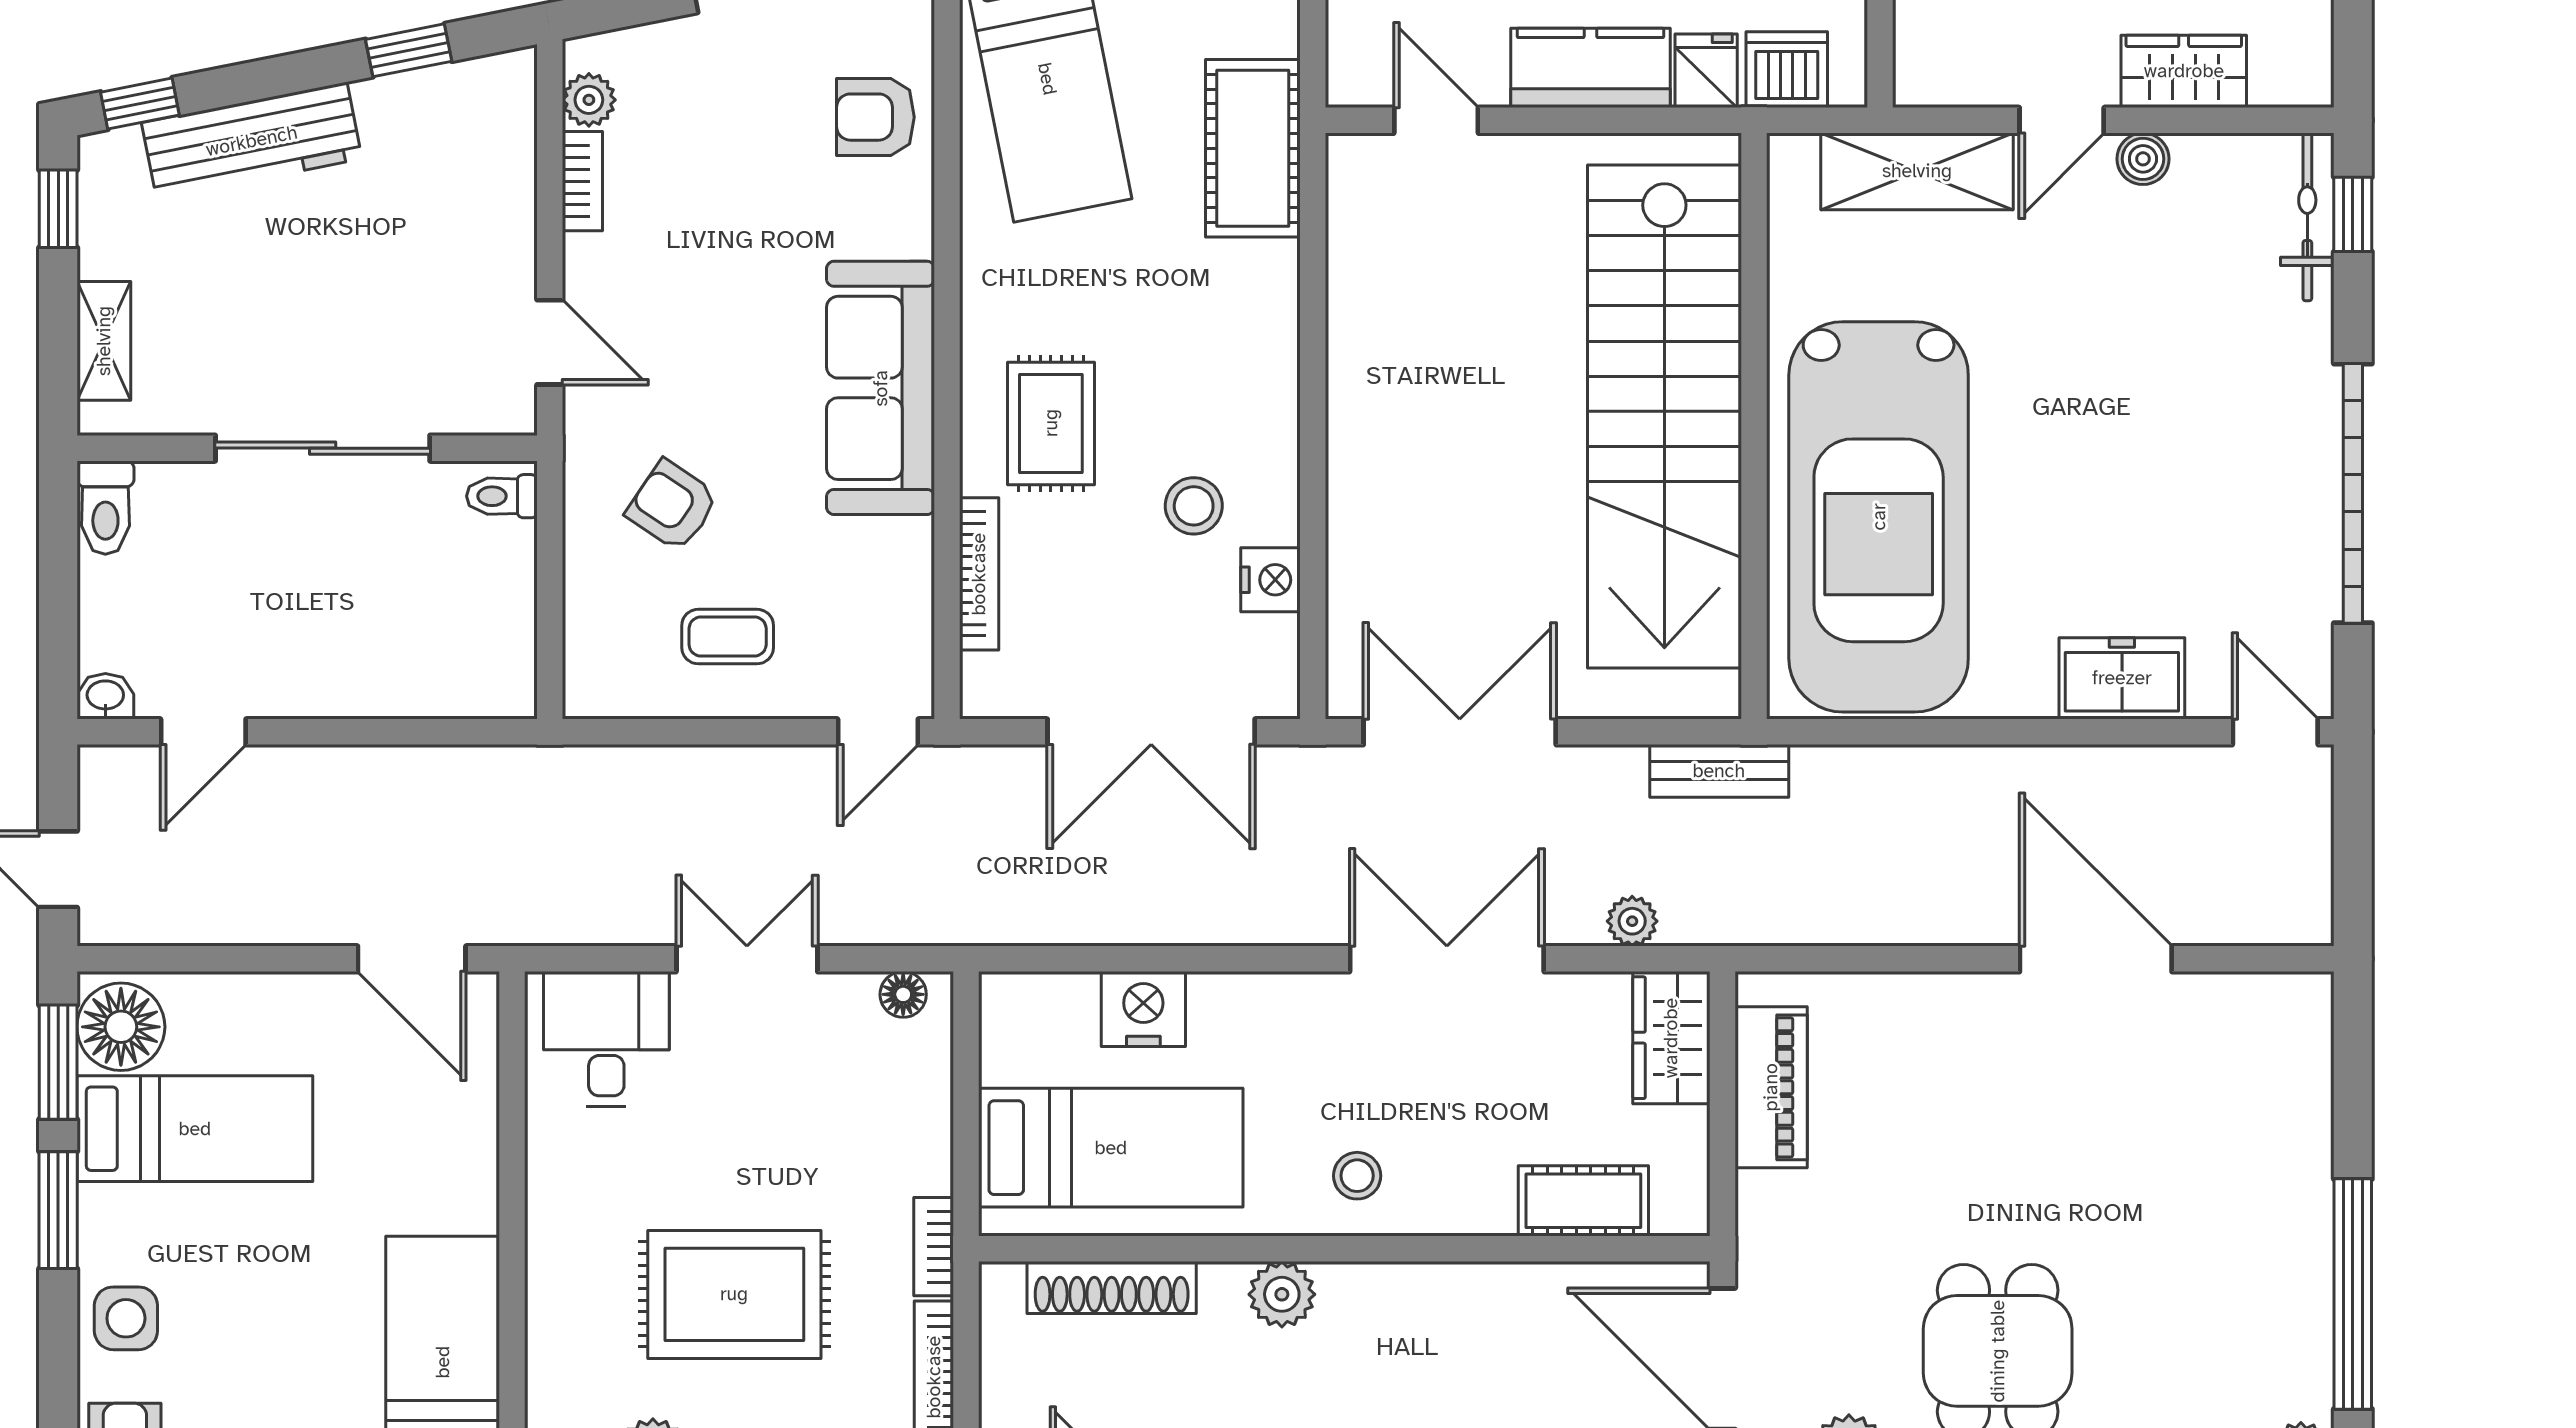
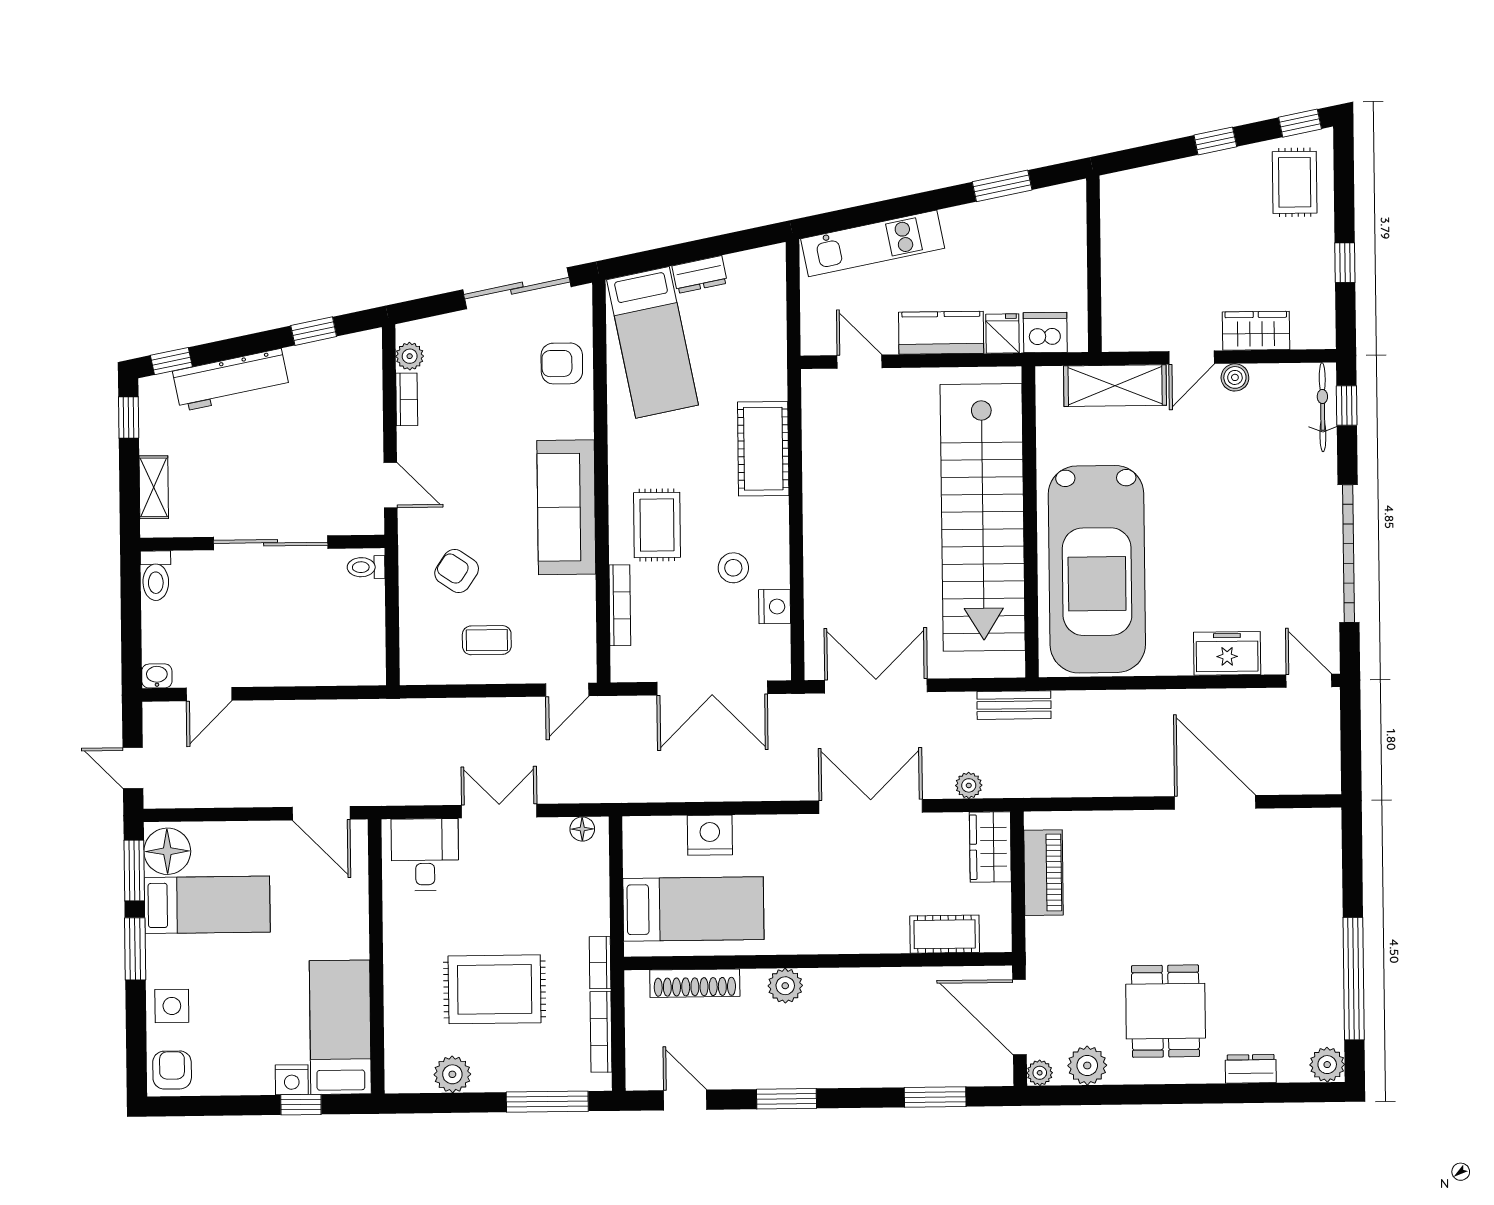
cot: (1253, 148) -> (763, 449), moved
stool: (1357, 1176) -> (824, 922), removed

